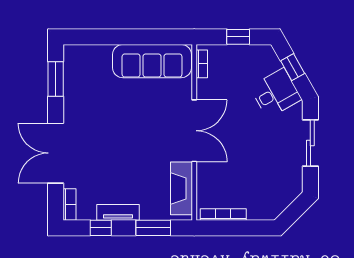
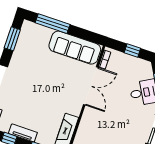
window: (108, 37) -> (53, 24), added
double door: (194, 131) -> (91, 86), moved

